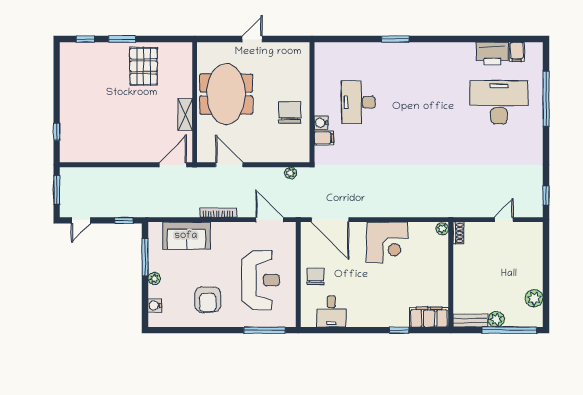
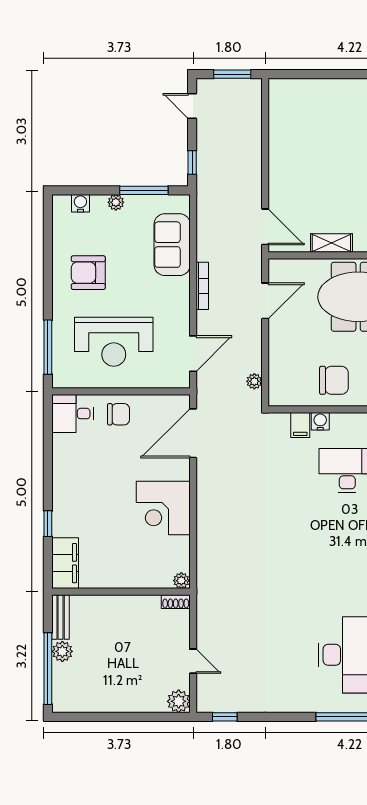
window: (57, 132) -> (309, 74), removed
plant: (534, 298) -> (179, 701), moved
desk: (331, 311) -> (73, 414), moved

